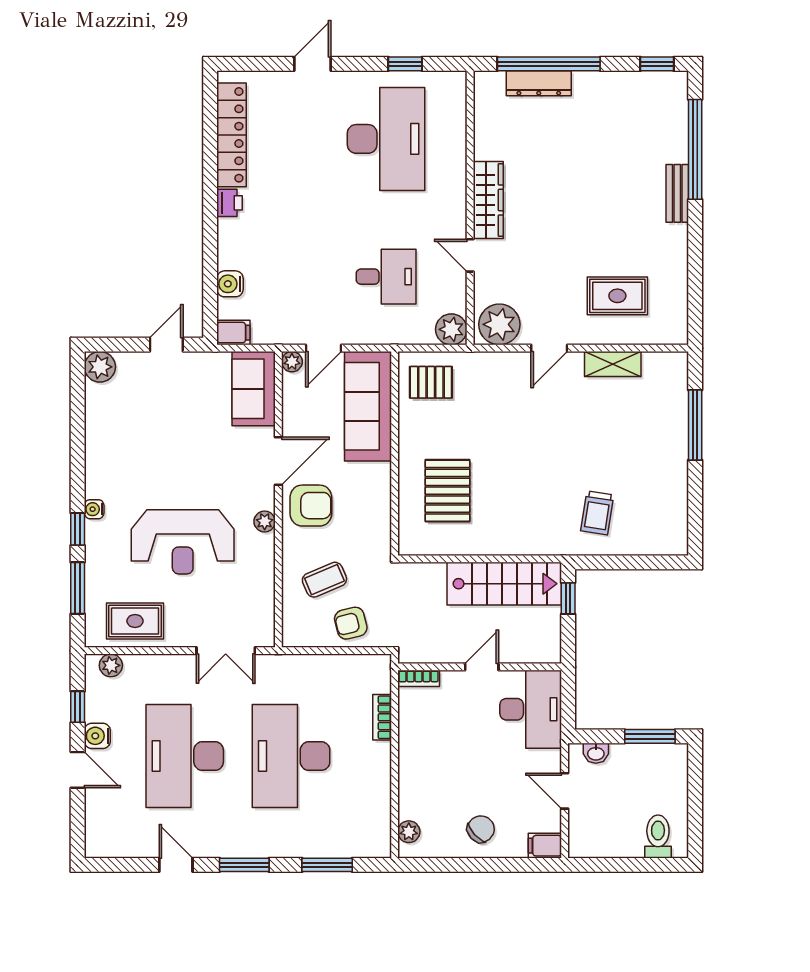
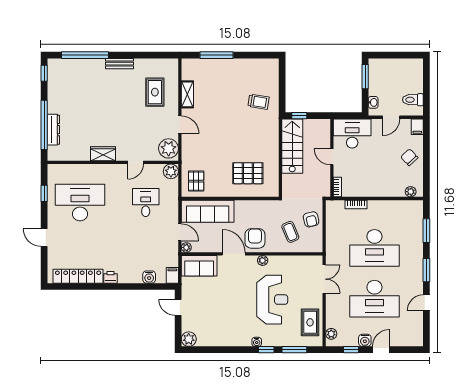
bench: (677, 193) -> (120, 64), moved
wardrobe: (488, 200) -> (103, 154), width x0.67
toilet: (658, 837) -> (413, 100), moved

